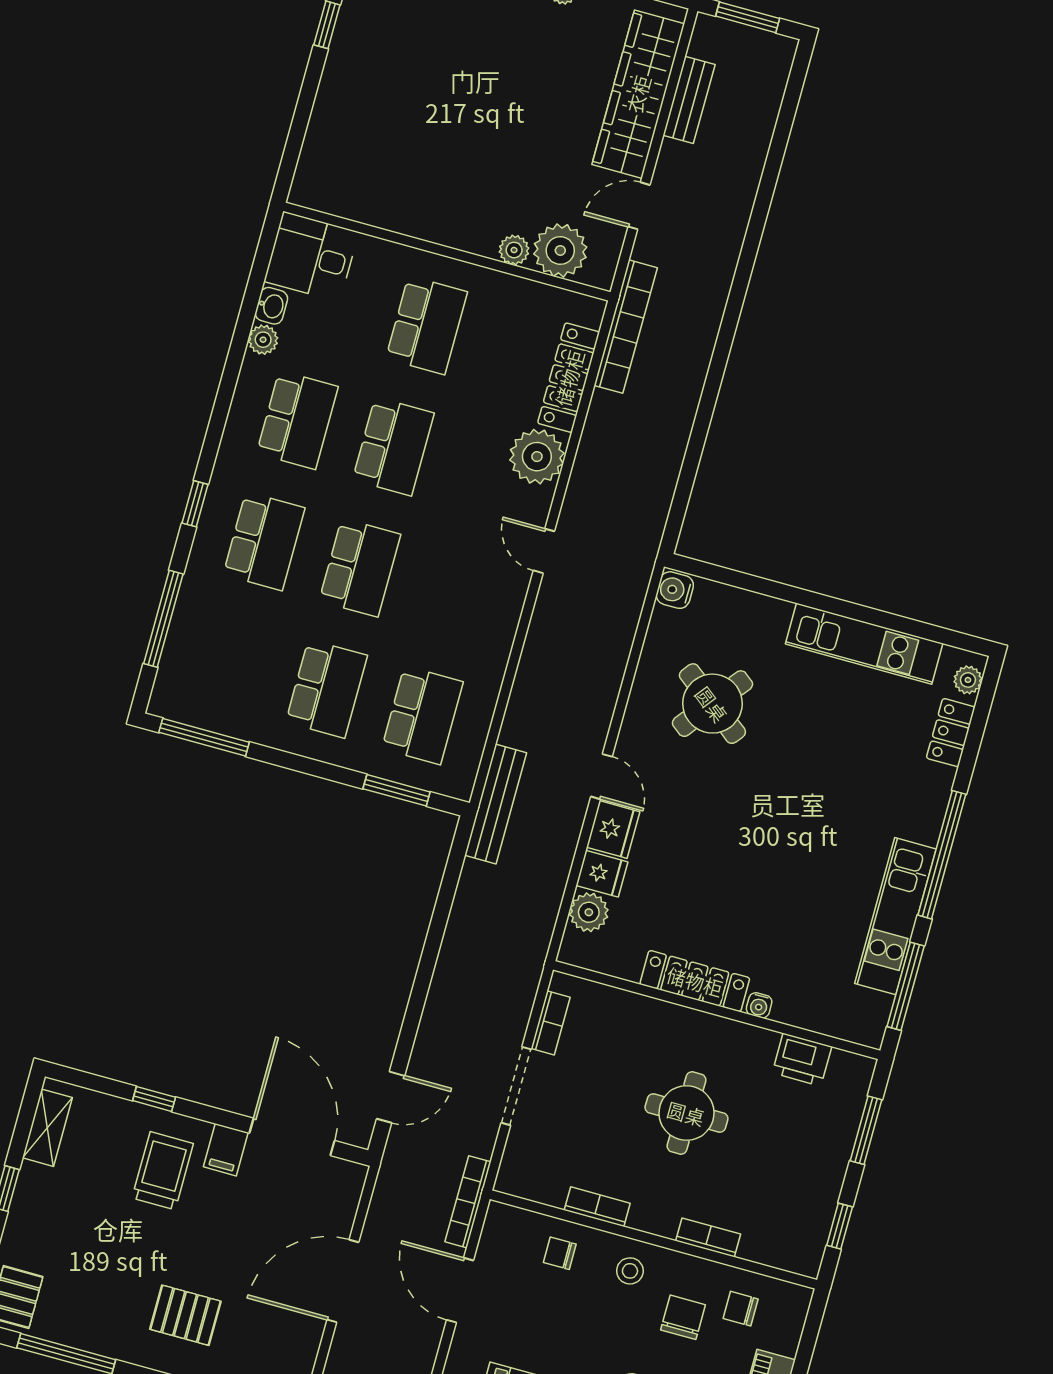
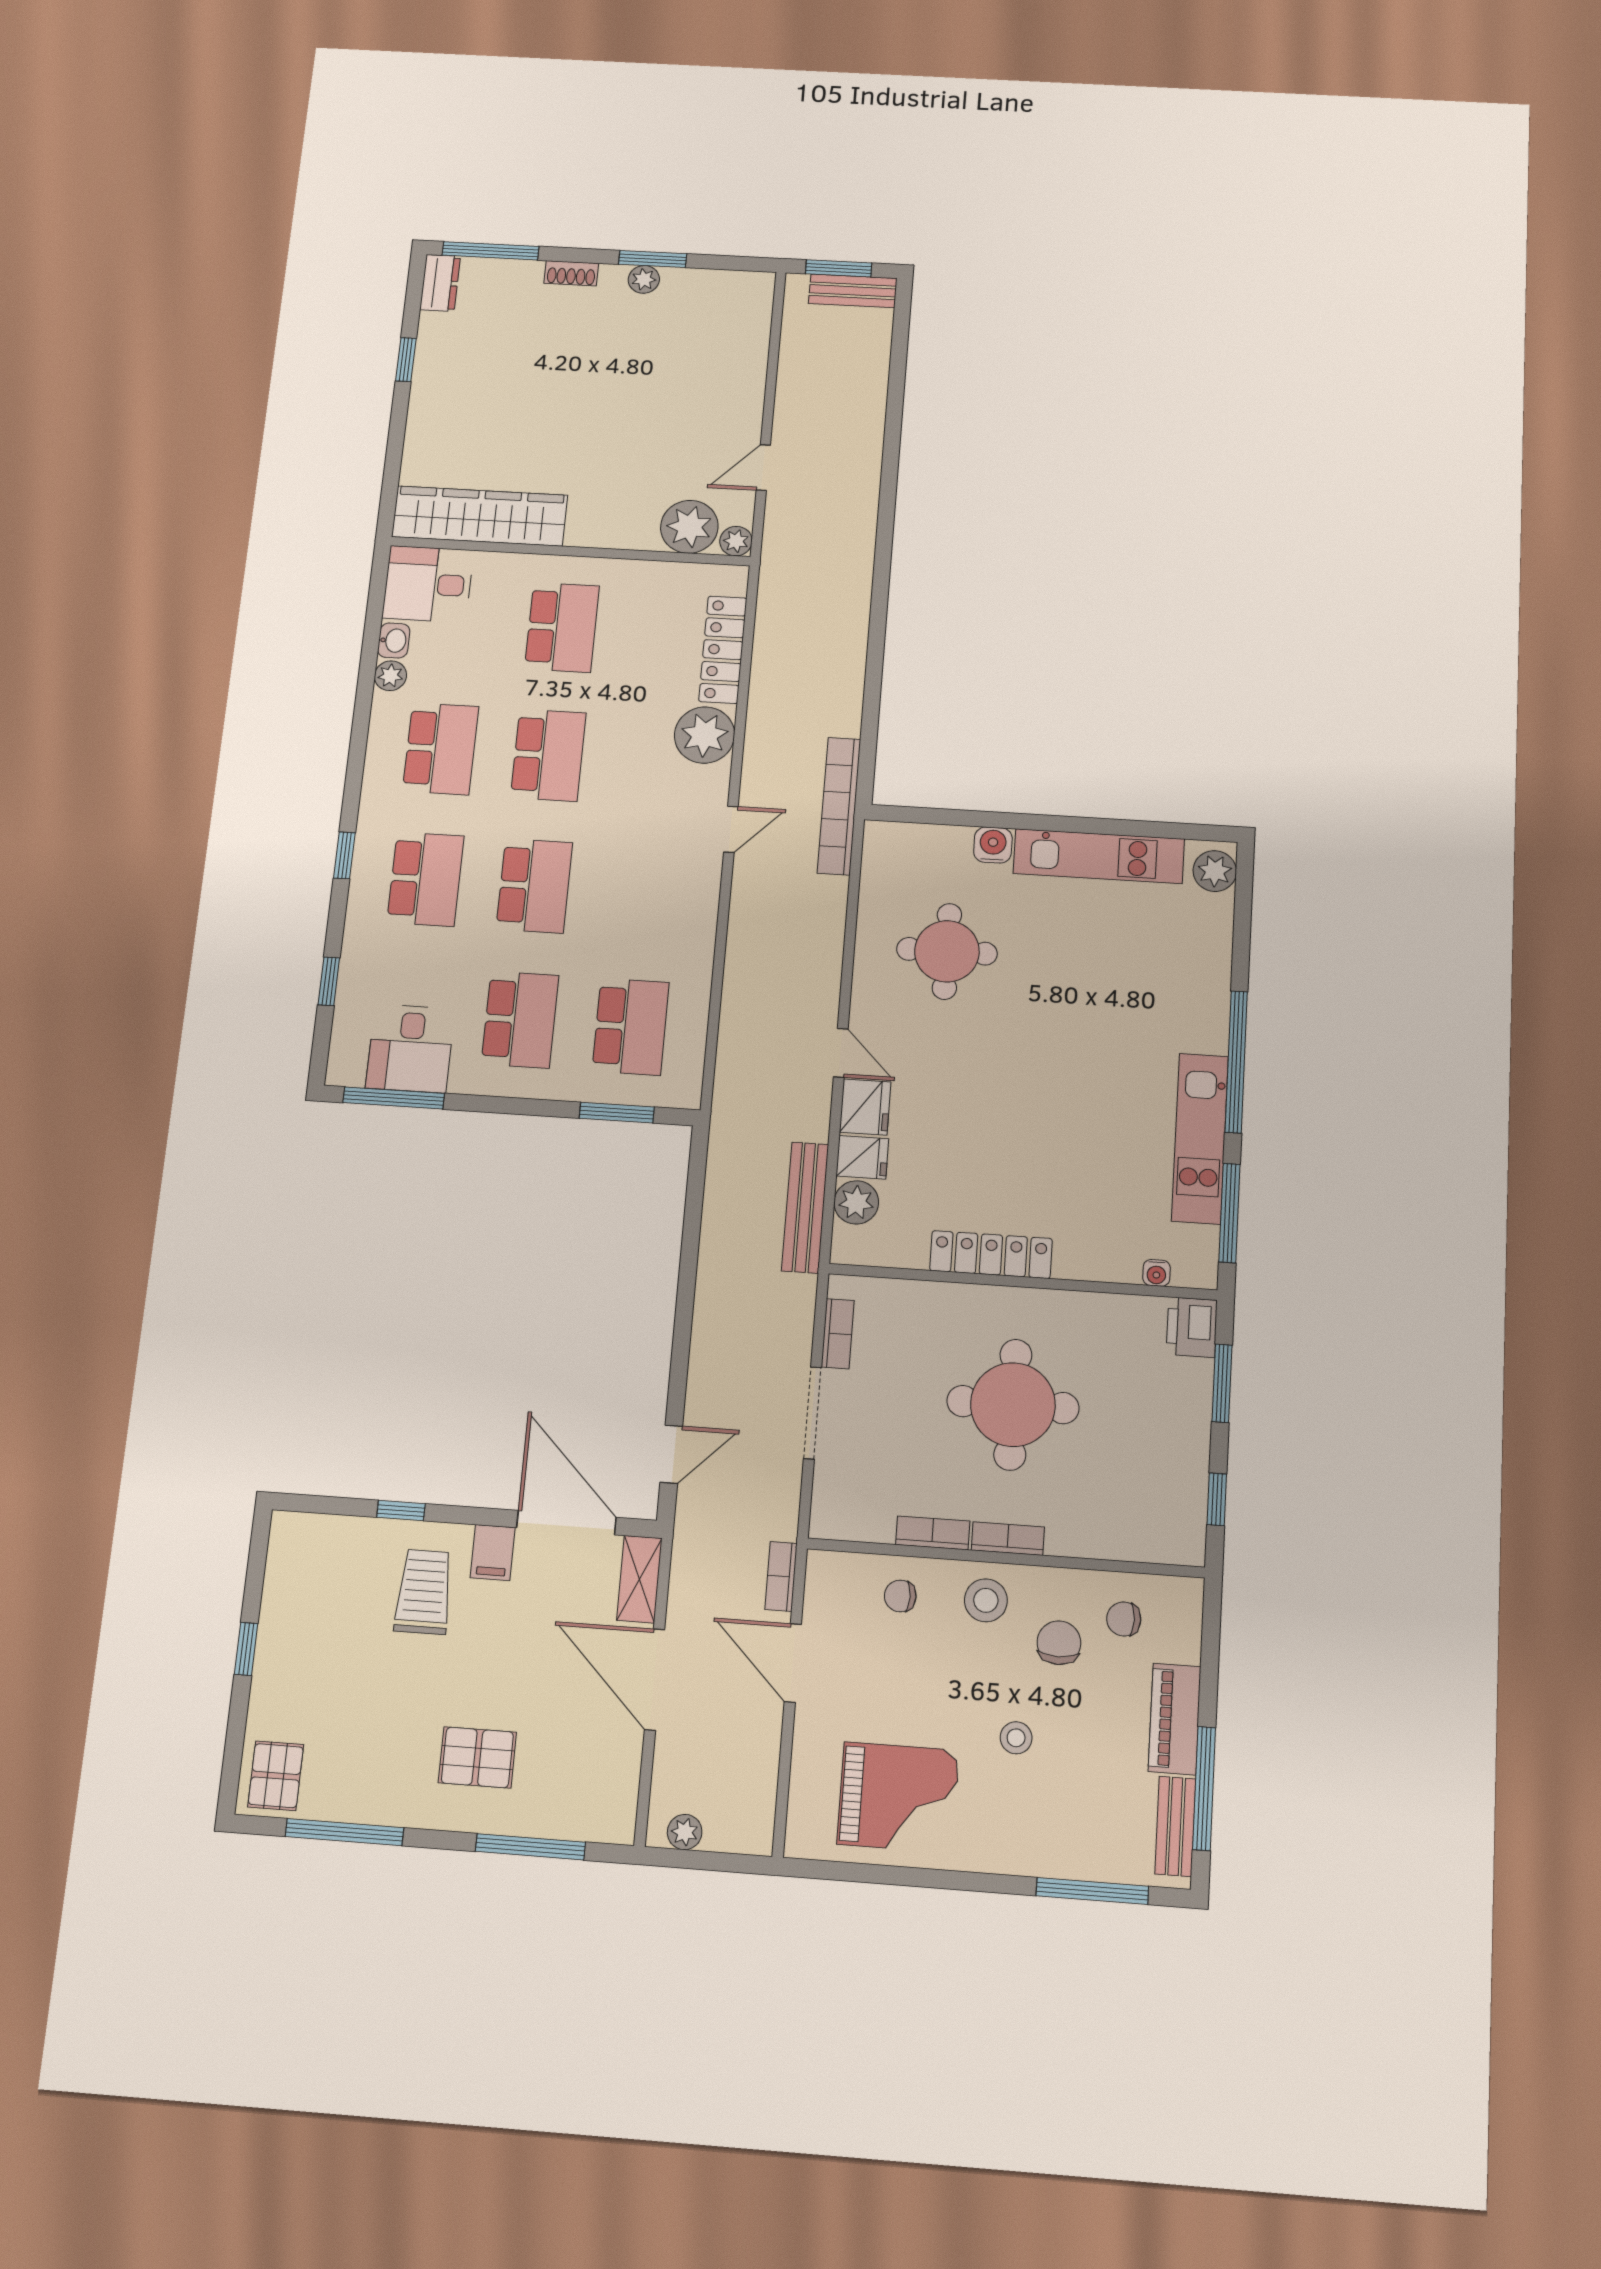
wardrobe: (638, 94) -> (480, 516), moved, turned 90
bench: (689, 100) -> (853, 291), moved, turned 90
plant: (514, 250) -> (736, 541), moved
bookcase: (626, 327) -> (839, 806), moved, turned 180
door: (544, 551) -> (731, 829), swing flipped
water cooler: (675, 590) -> (993, 845), moved, turned 90
window: (163, 619) -> (329, 981), width x0.46
plant: (968, 680) -> (1215, 871), width x1.38, depth x1.38
desk: (226, 695) -> (410, 1049), added
round table: (712, 704) -> (947, 951), turned -38
locker: (951, 733) -> (1215, 930), removed
bench: (496, 804) -> (805, 1207), moved
water cooler: (759, 1005) -> (1156, 1273), moved
printer: (802, 1060) -> (1192, 1327), moved, turned 90
round table: (686, 1113) -> (1013, 1405), width x1.36, depth x1.36
shelving: (47, 1128) -> (639, 1579), moved
bookcase: (468, 1202) -> (781, 1576), width x0.64
bookcase: (708, 1237) -> (1008, 1539), moved
stool: (630, 1271) -> (986, 1600), width x1.37, depth x1.37
door: (343, 1281) -> (654, 1680), hinge flipped

